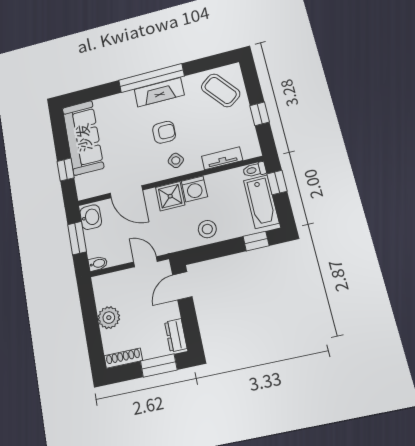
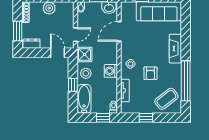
window: (151, 78) -> (186, 81), moved
fireplace: (159, 92) -> (175, 49), moved
armchair: (164, 132) -> (150, 73), moved
shower: (170, 196) -> (85, 54), moved
bathtub: (261, 202) -> (84, 99), moved, turned 90
window: (256, 241) -> (73, 85), moved

